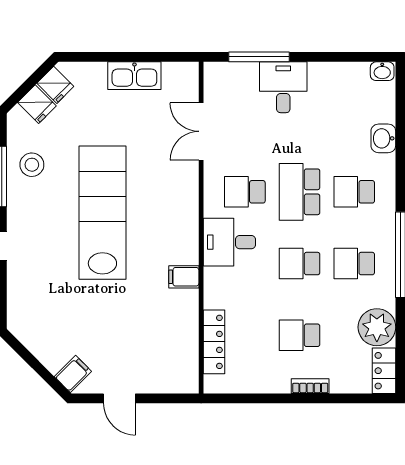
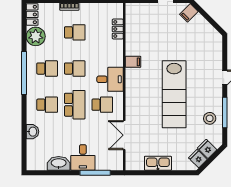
washbasin: (382, 71) -> (59, 163), moved, width x1.91, depth x1.45
double door: (201, 131) -> (124, 135), swing flipped
locker: (214, 342) -> (118, 29), width x0.66

